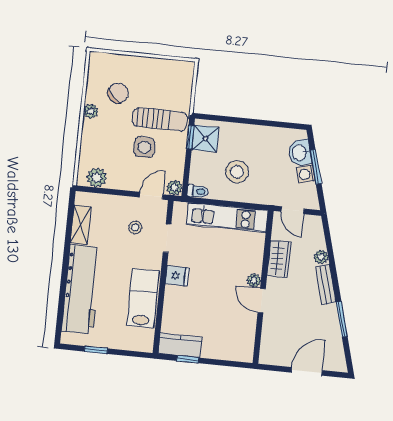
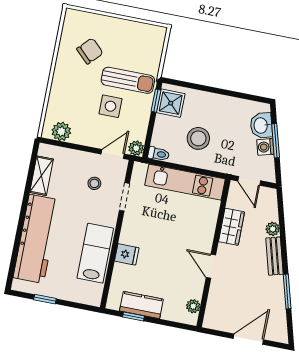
plant: (91, 111) -> (62, 66), removed
fridge: (177, 276) -> (127, 254), moved
plant: (254, 280) -> (193, 306), moved
kitchen counter: (180, 345) -> (141, 305), moved

